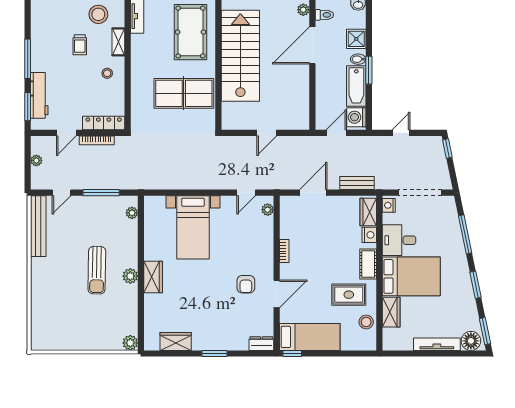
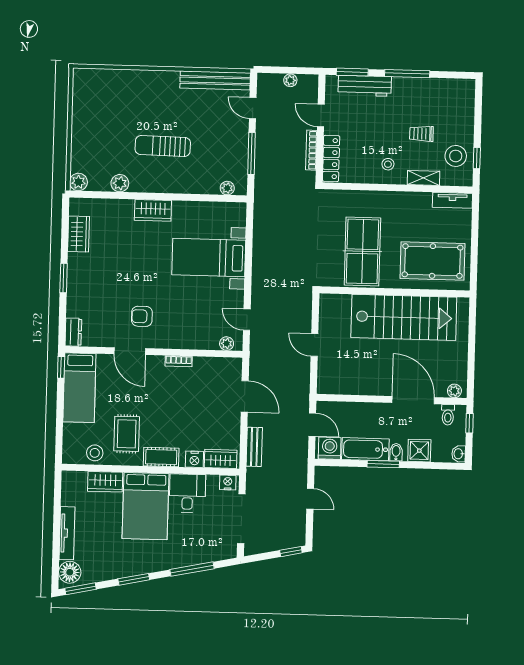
plant: (130, 276) -> (120, 183), moved

